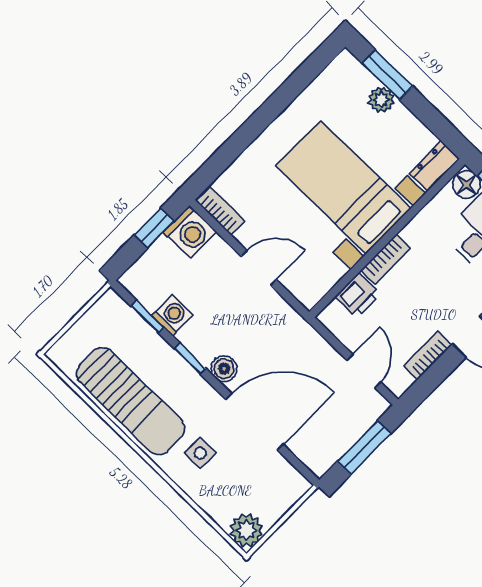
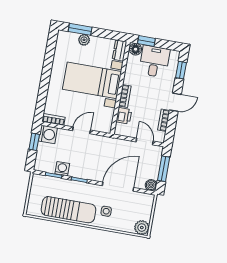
boiler: (224, 369) -> (151, 185), moved

